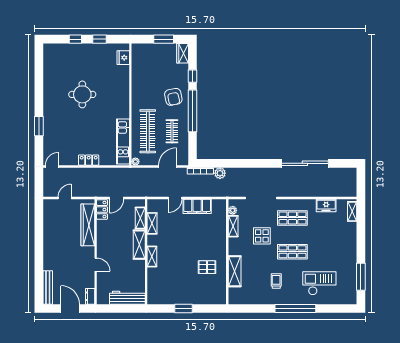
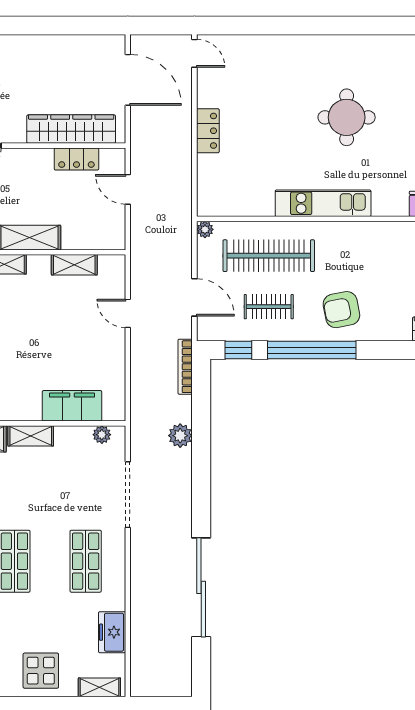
window: (192, 76) -> (238, 350), moved
window: (39, 126) -> (280, 26), removed
kitchen unit: (123, 141) -> (323, 203), moved
plant: (220, 173) -> (180, 436), moved
door: (65, 198) -> (128, 80), width x1.87
filing cabinet: (197, 206) -> (72, 406), moved, turned 90
locker: (102, 210) -> (76, 159), moved
shelving: (140, 218) -> (85, 240), removed
shelving: (233, 226) -> (31, 436), moved
display table: (262, 236) -> (41, 671), moved

